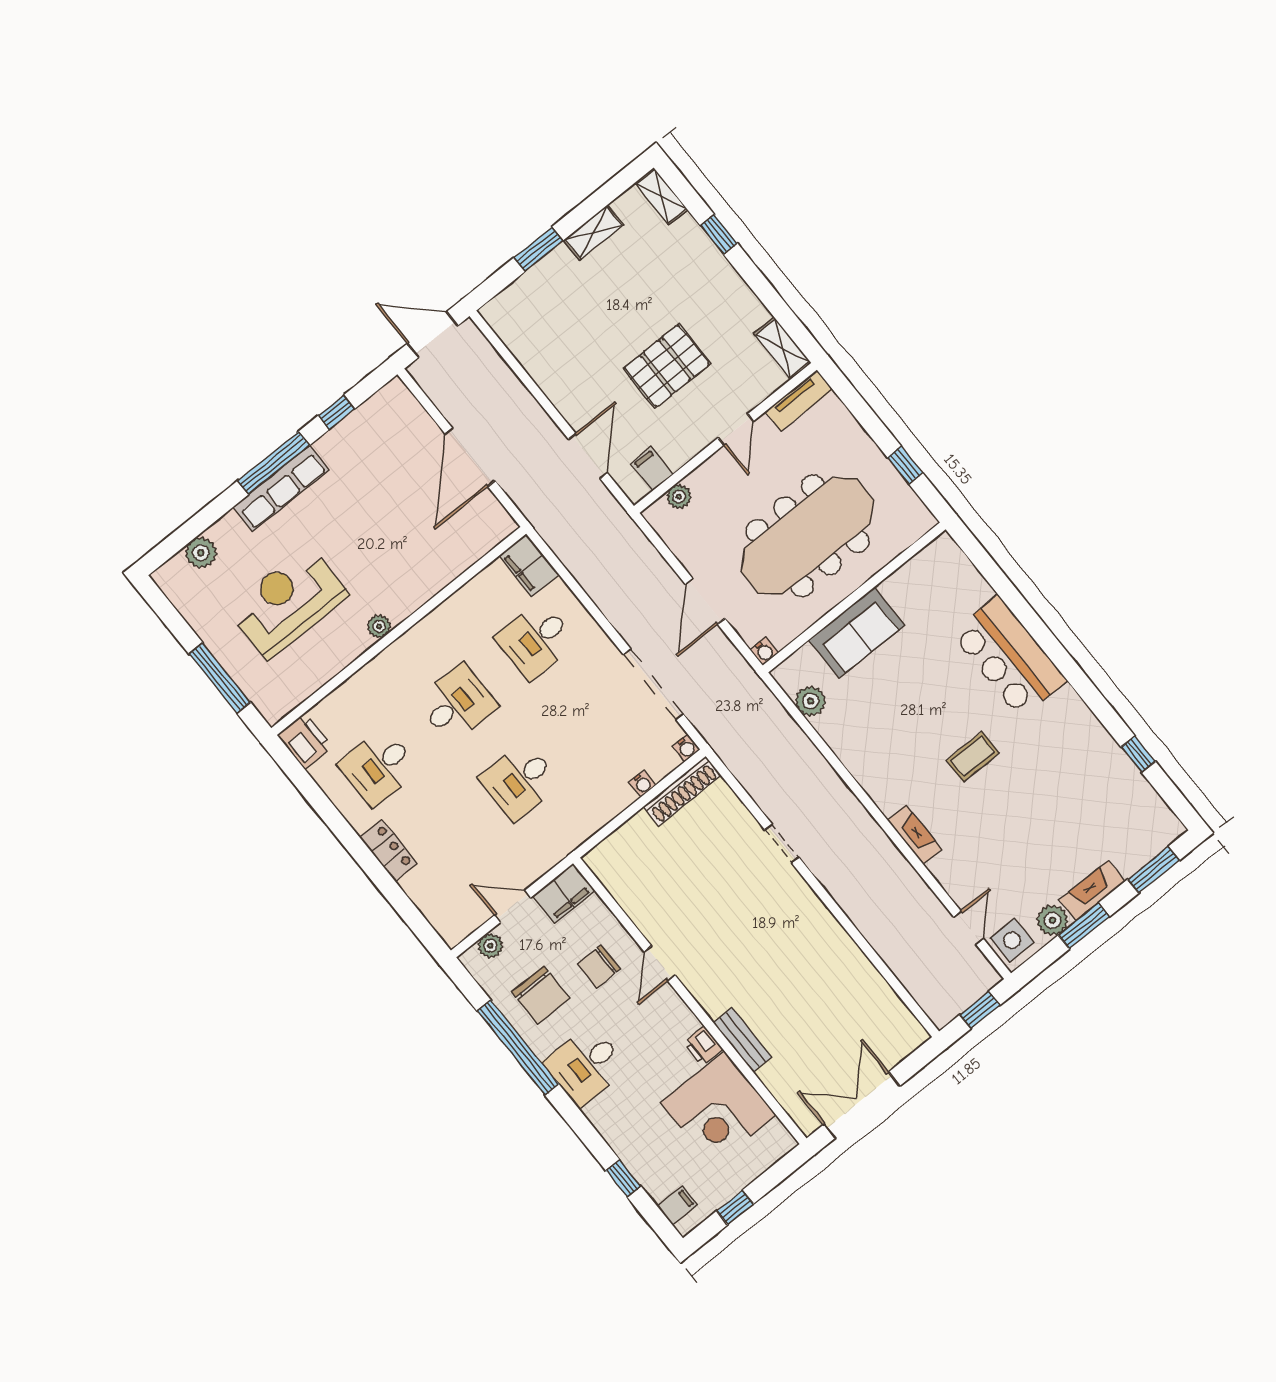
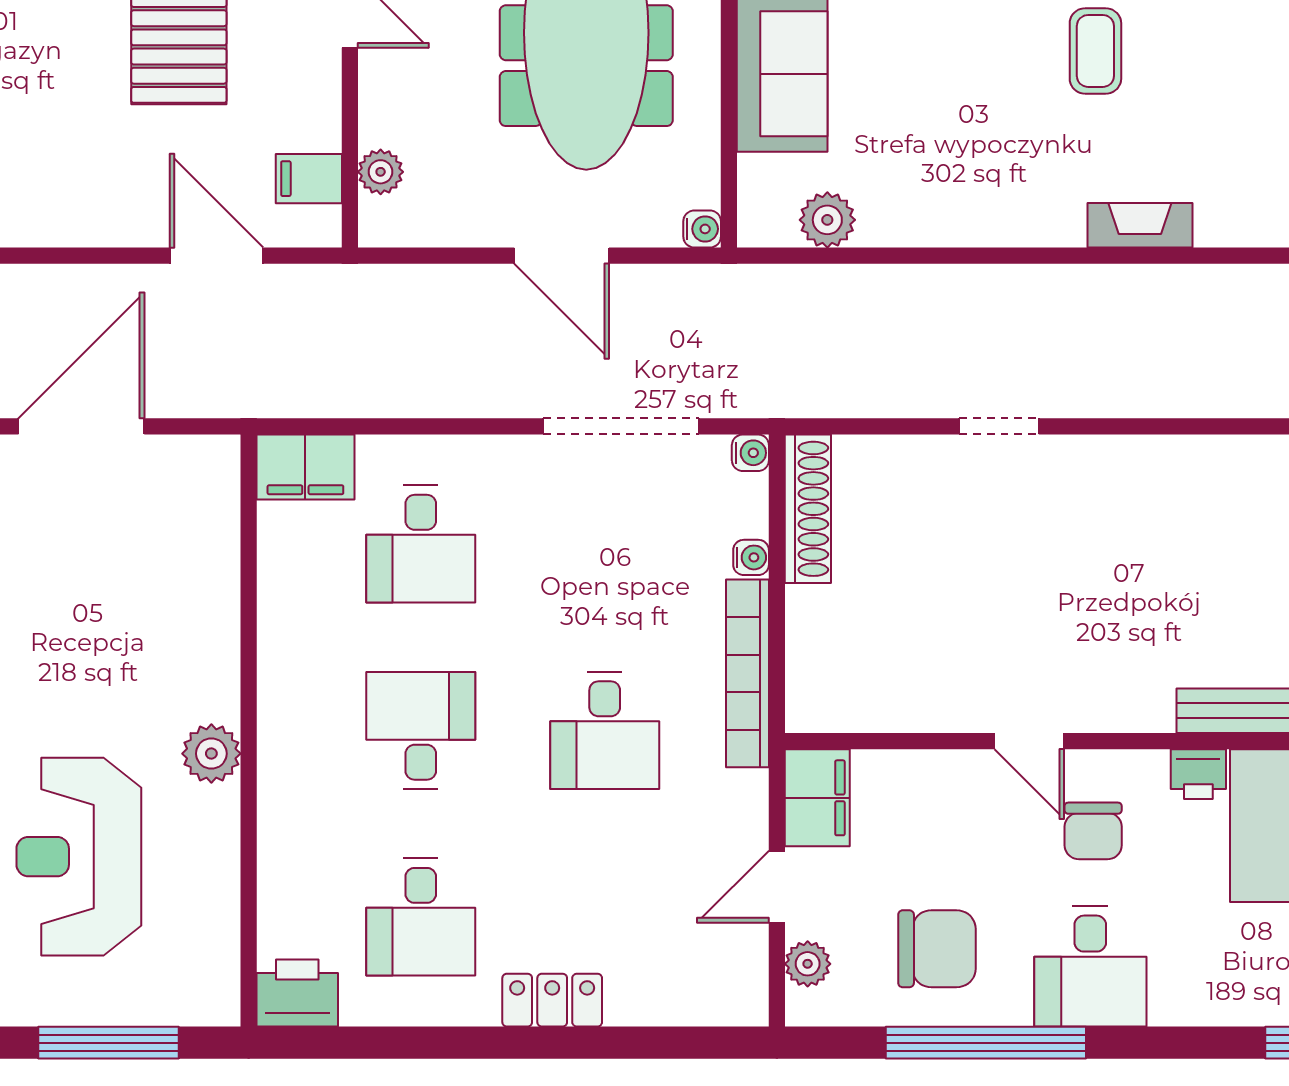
door: (470, 457) -> (81, 426), swing flipped
plant: (379, 626) -> (211, 754), width x1.38, depth x1.38
bookcase: (592, 822) -> (747, 673), added
chair: (599, 967) -> (1093, 831), moved

